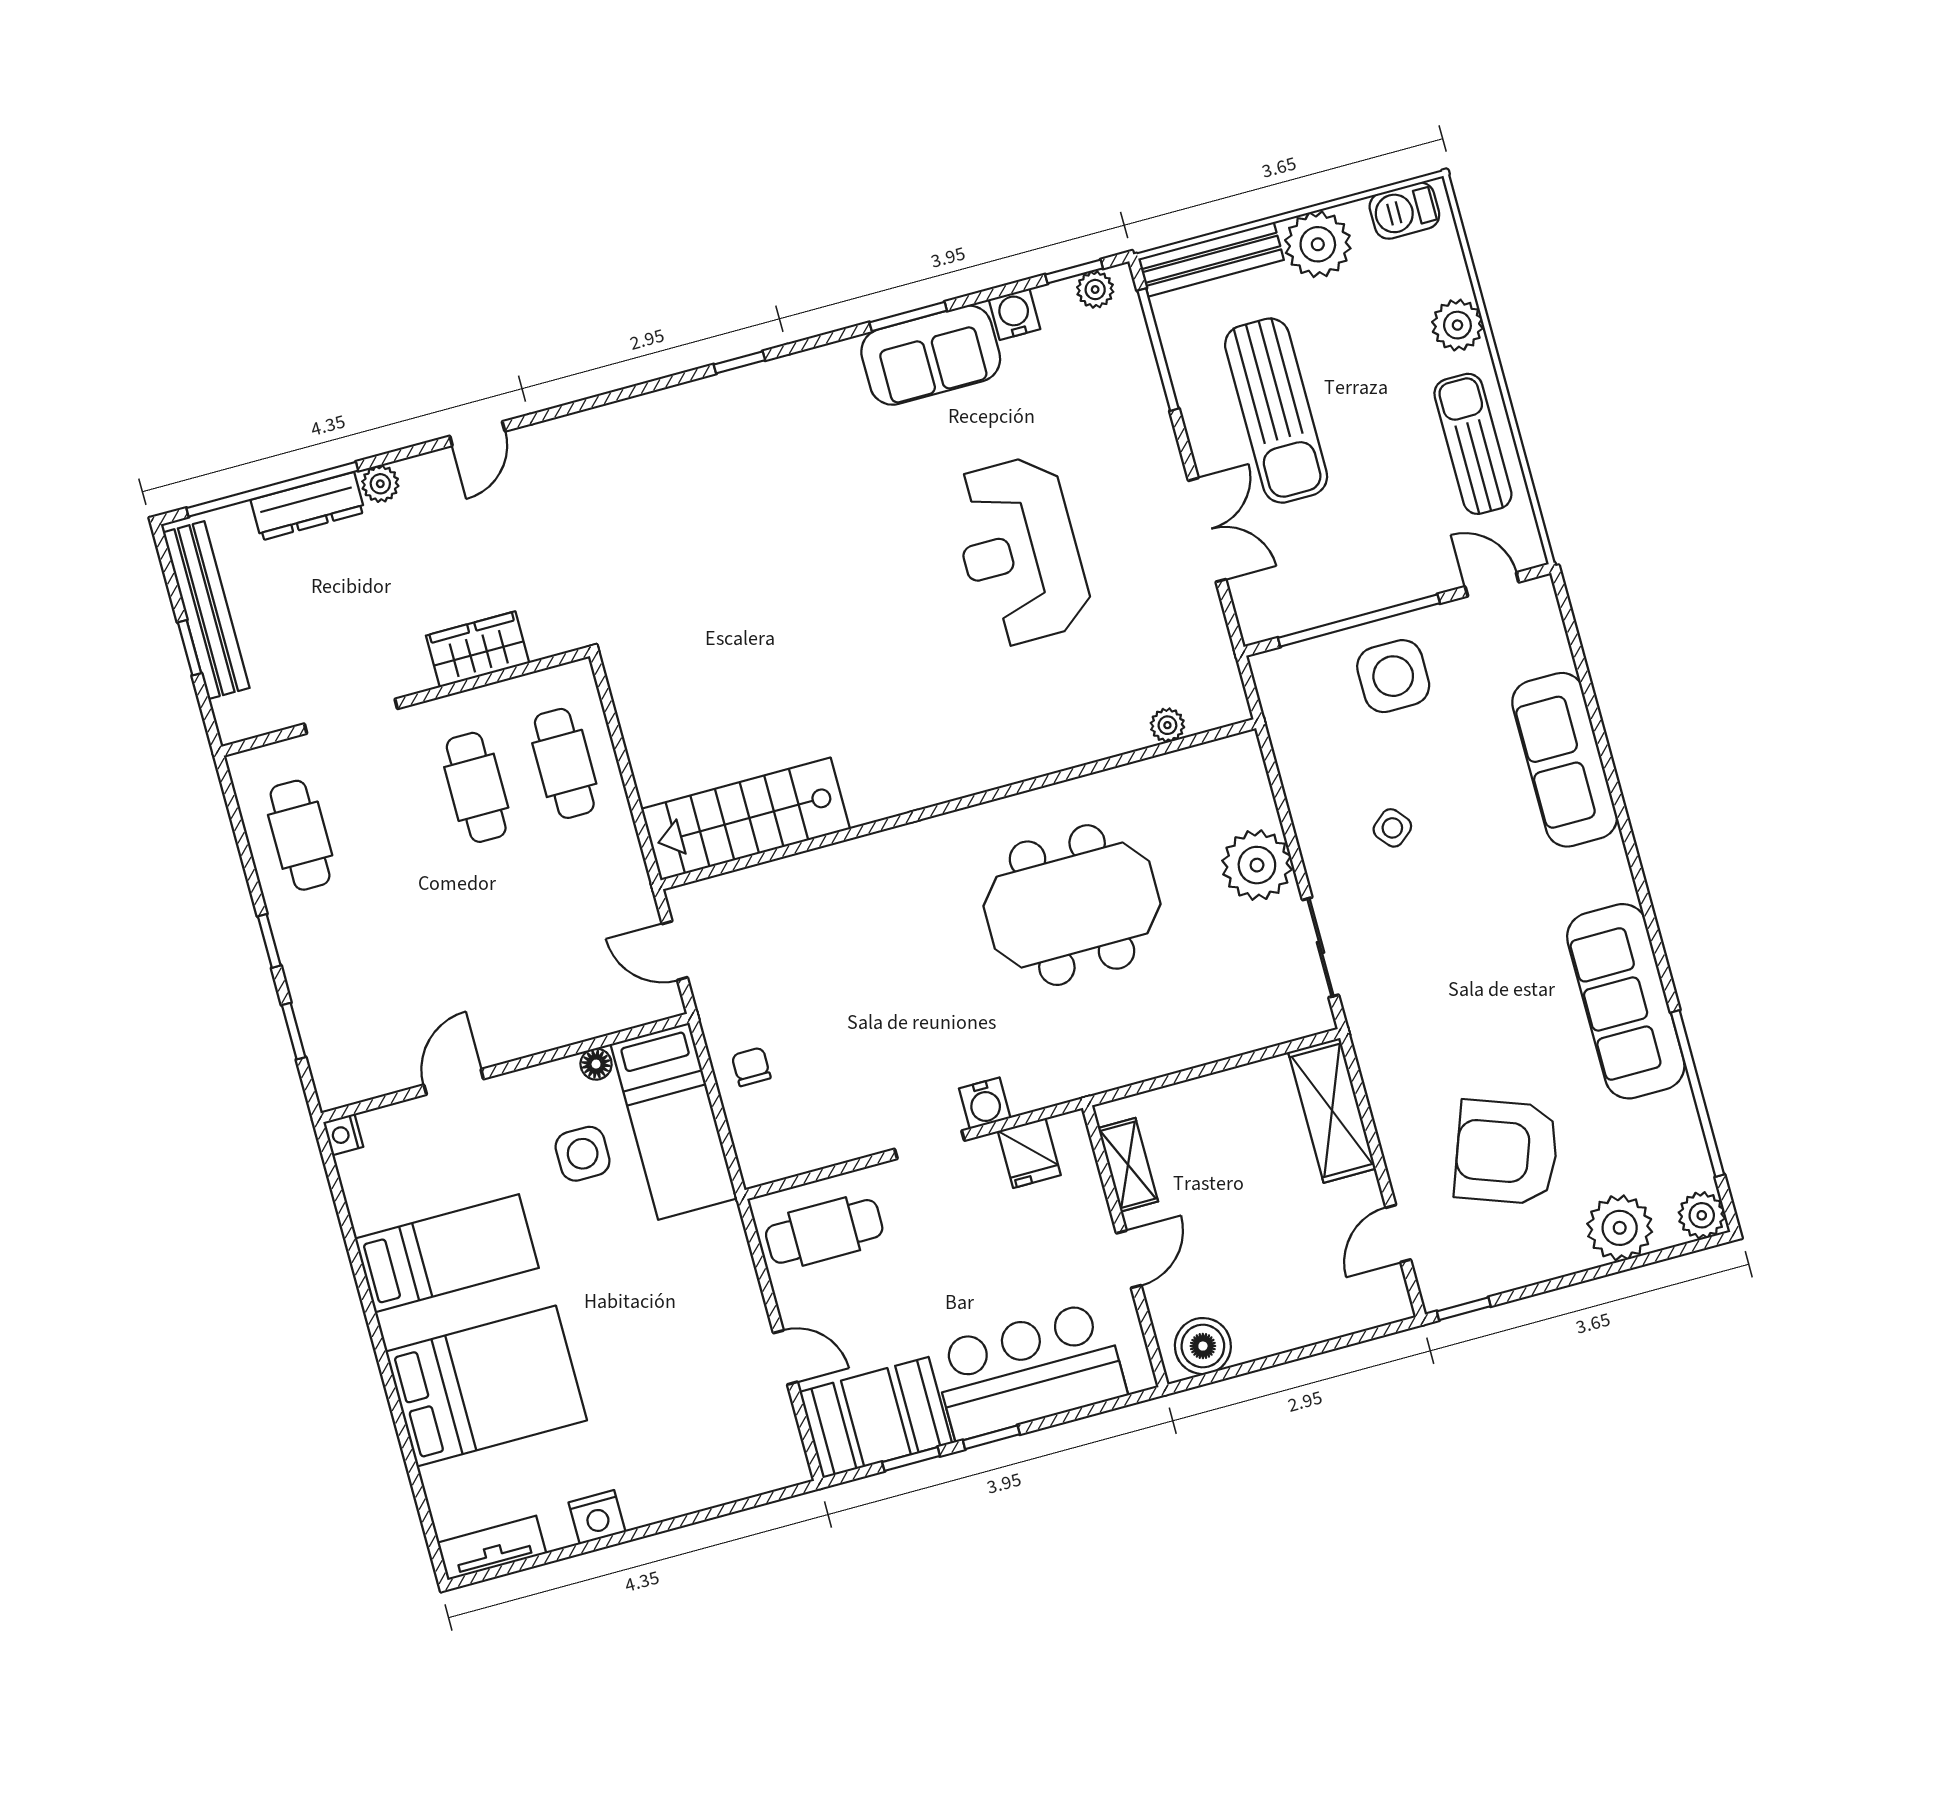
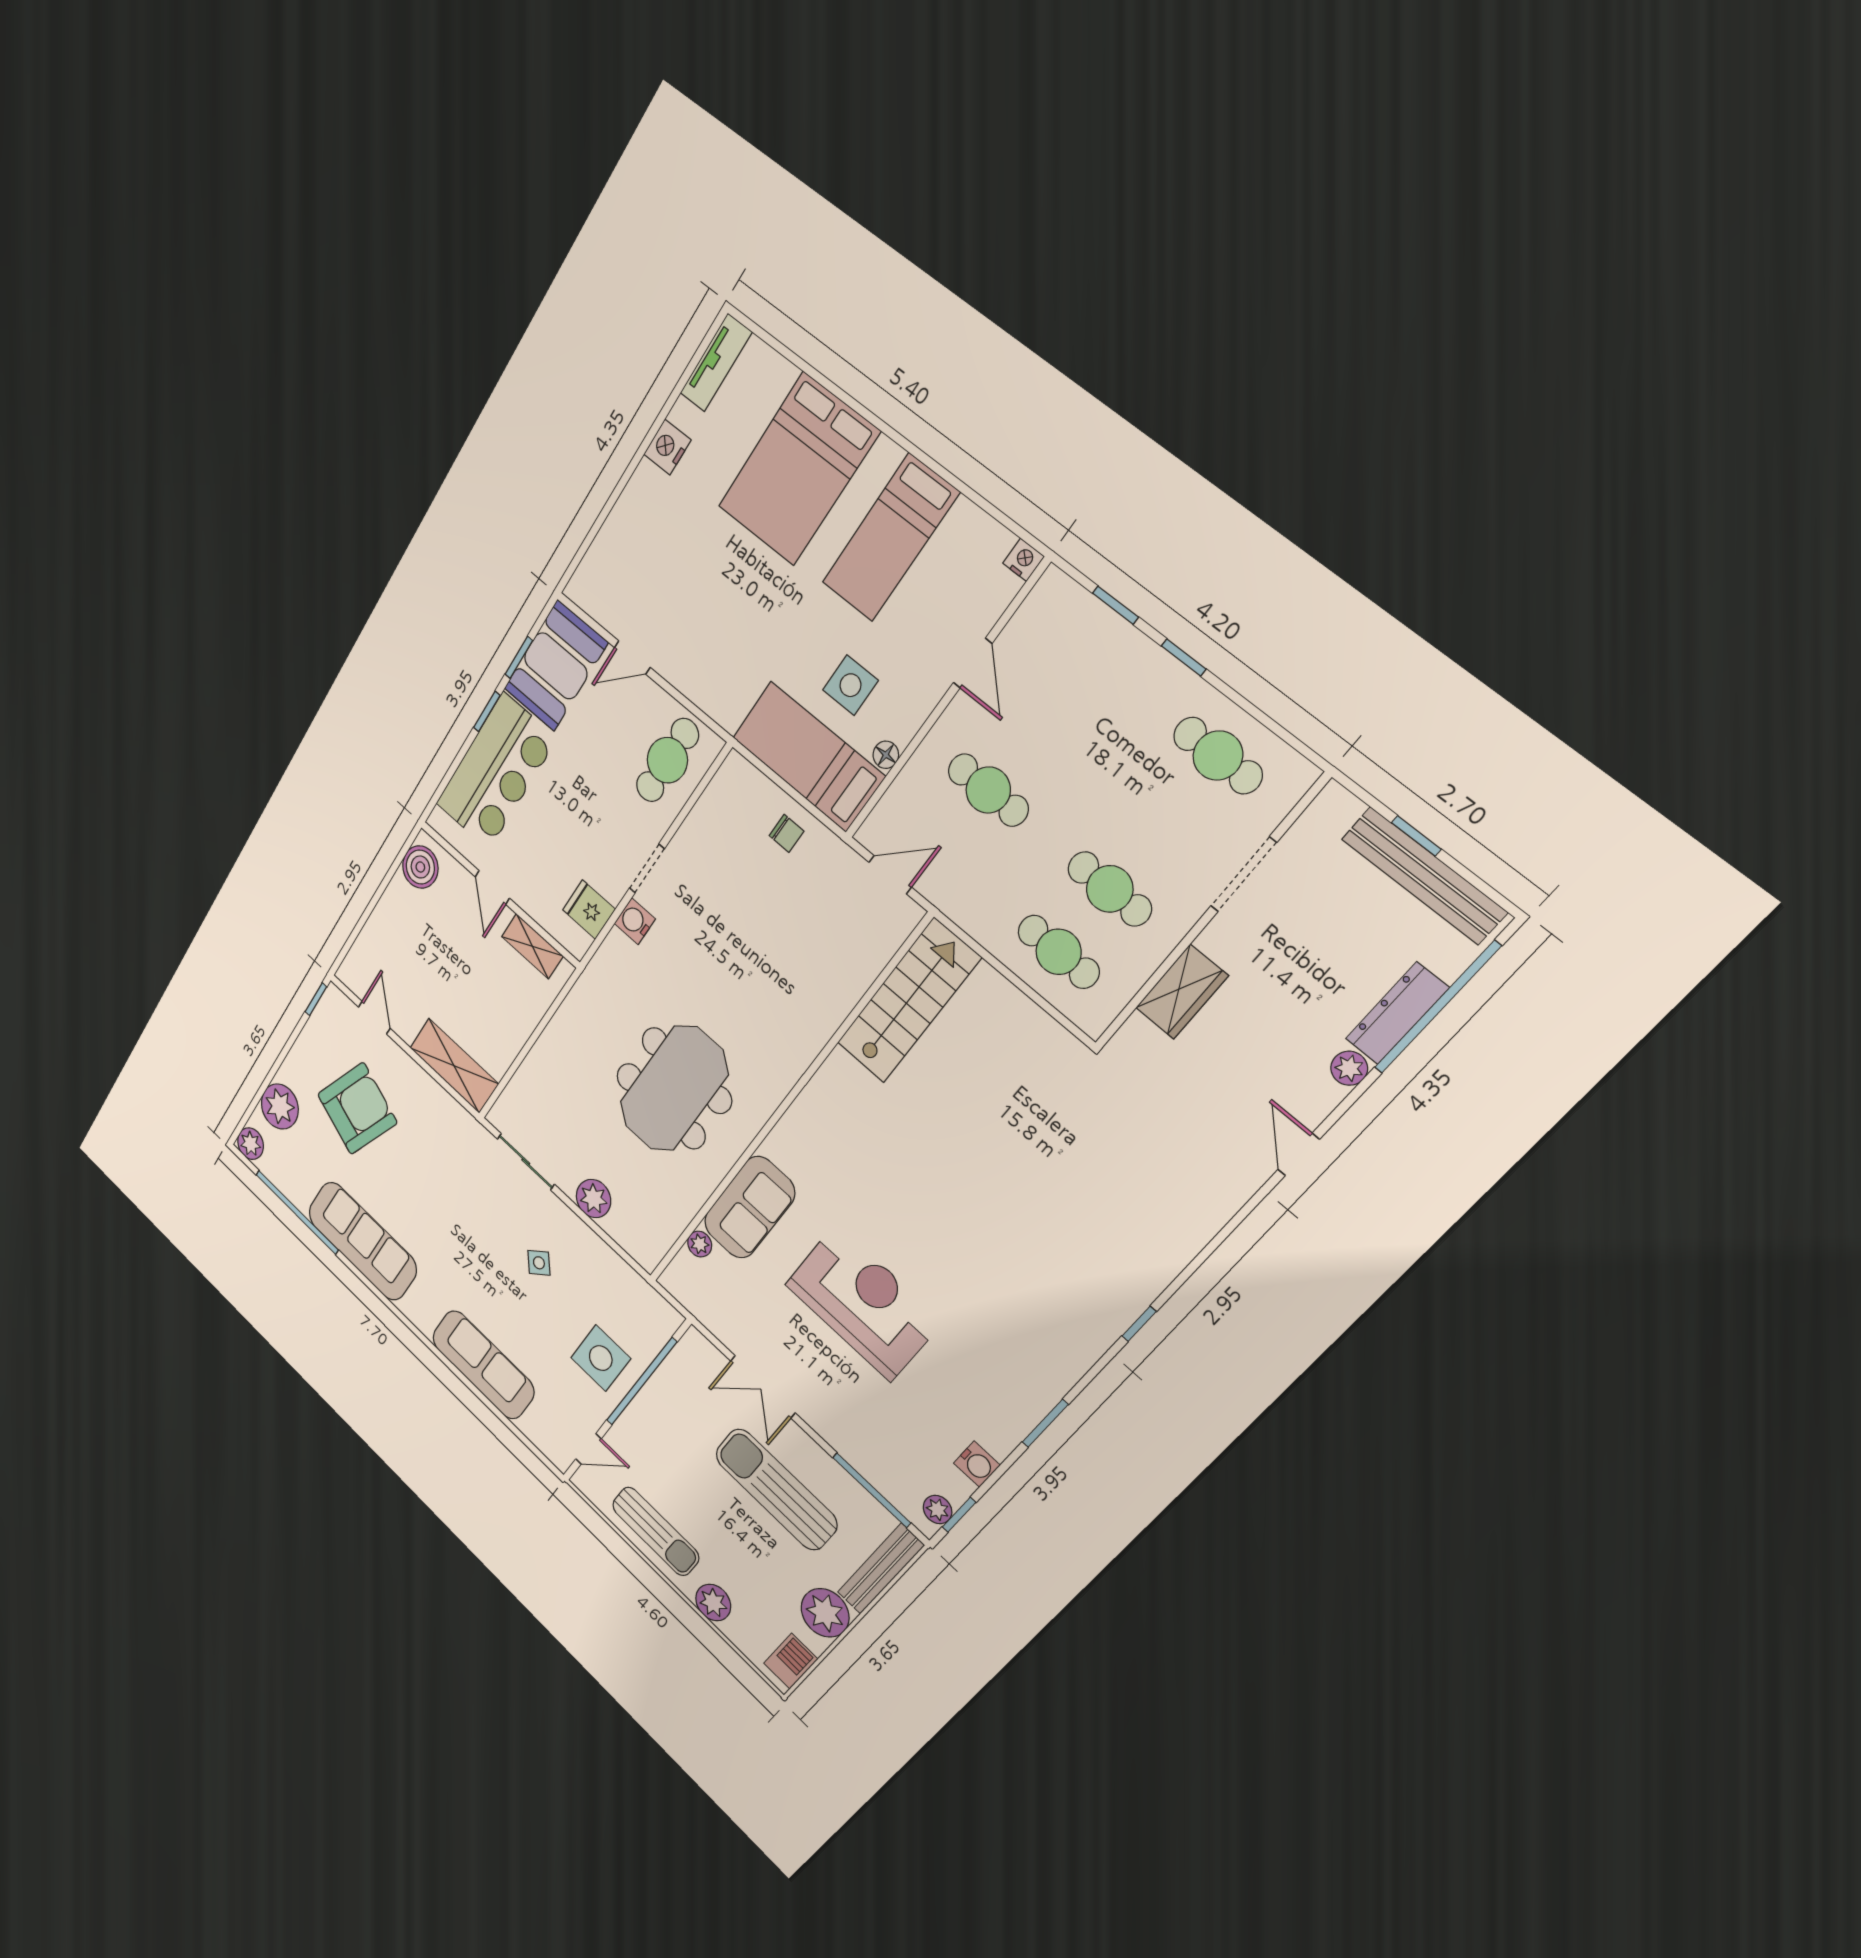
sofa: (931, 355) -> (749, 1207), moved, turned 180
plant: (1257, 865) -> (593, 1199), width x0.73, depth x0.73
cafe table: (523, 958) -> (988, 790), added

